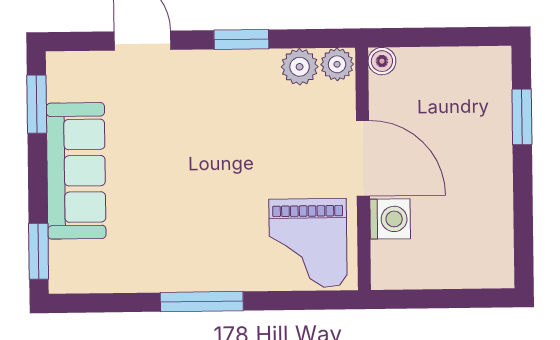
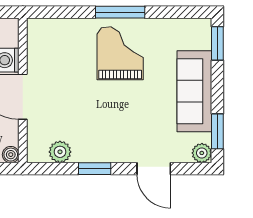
plant: (337, 64) -> (202, 153), moved
grand piano: (308, 243) -> (120, 53), moved

